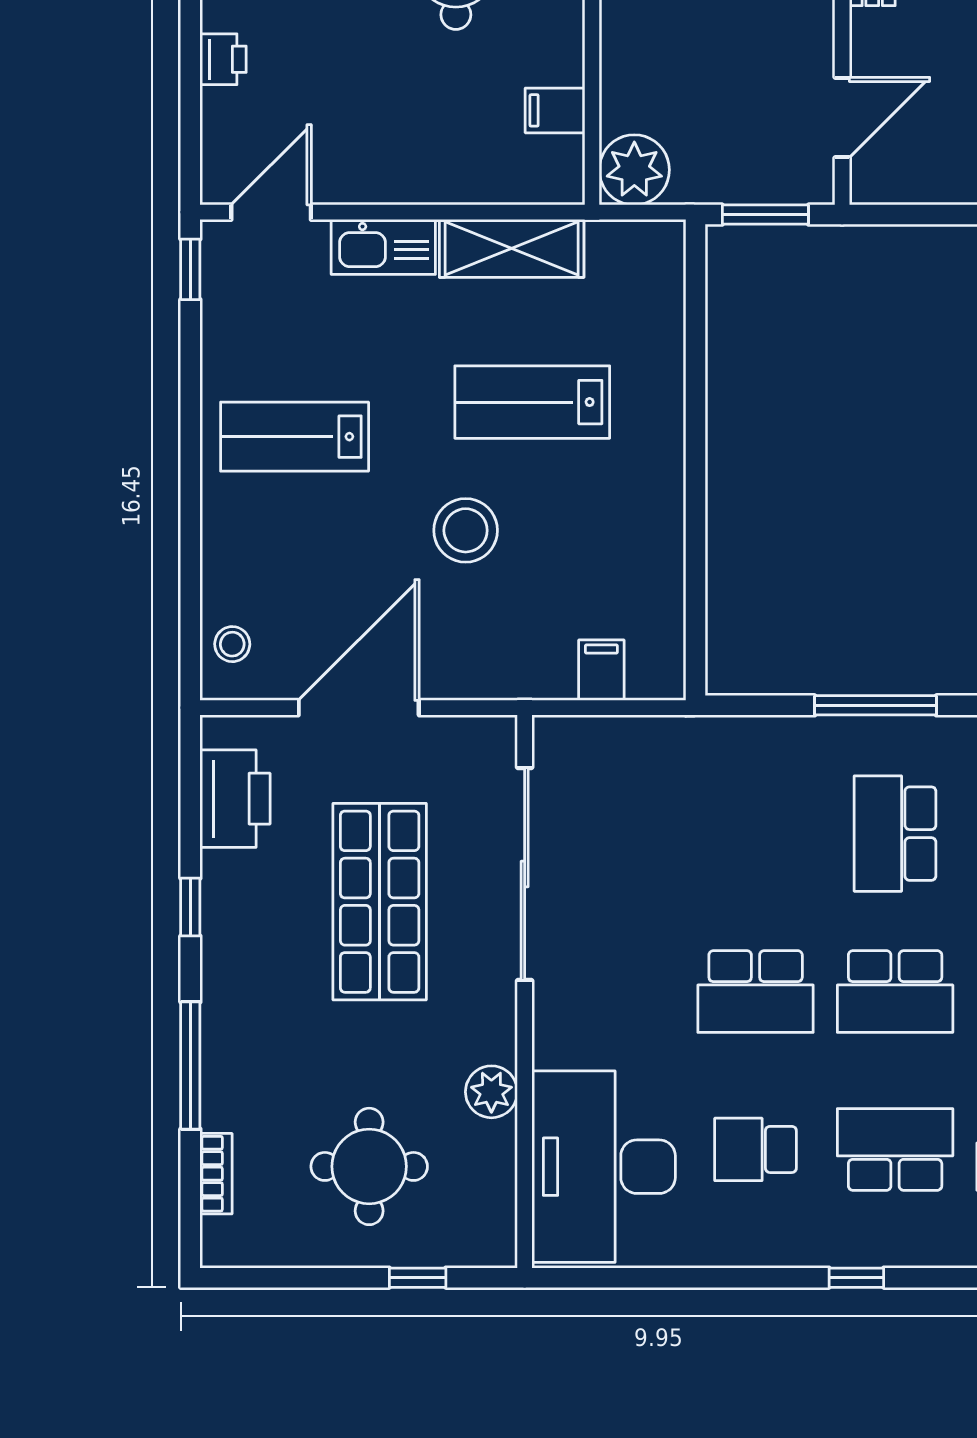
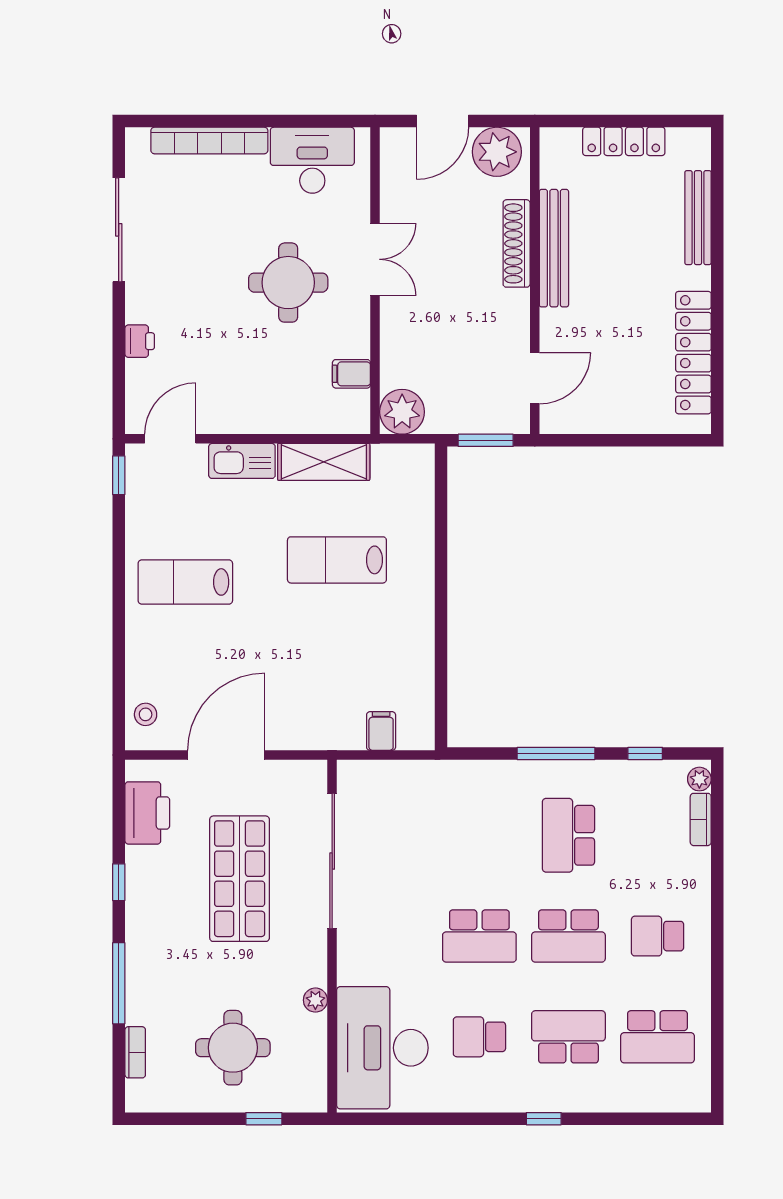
stool: (466, 530) -> (294, 642), removed
plant: (491, 1092) -> (315, 1000), width x0.73, depth x0.73

